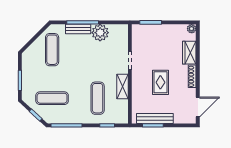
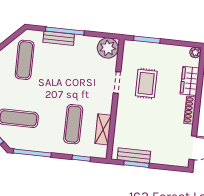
plant: (100, 33) -> (108, 48), moved
rug: (160, 82) -> (146, 83), moved
shelving: (123, 86) -> (103, 129), moved
bench: (155, 119) -> (134, 155), width x0.73

